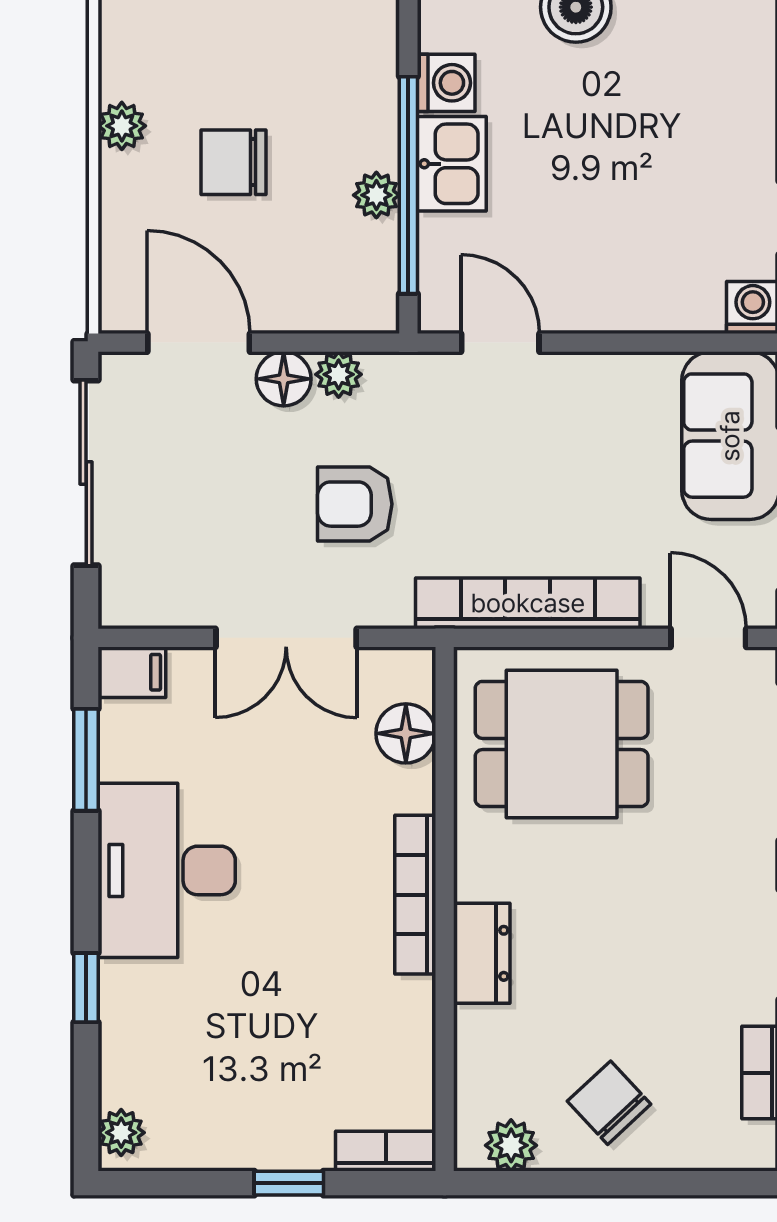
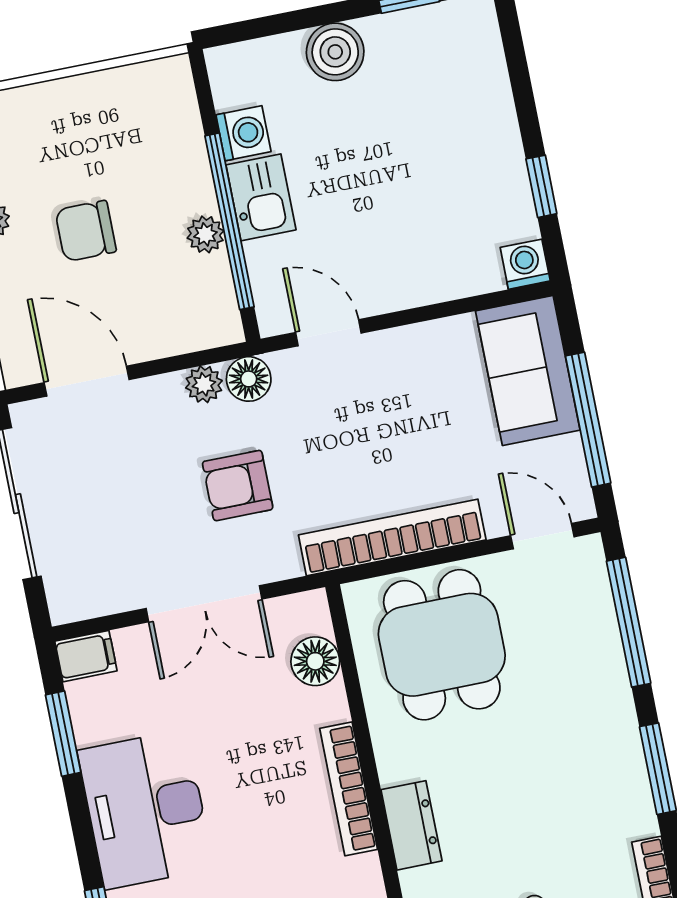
floor lamp: (284, 379) -> (249, 379), moved
dining table: (562, 744) -> (442, 645), turned 90

